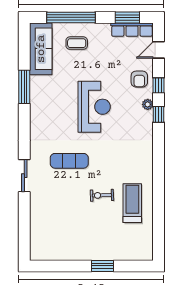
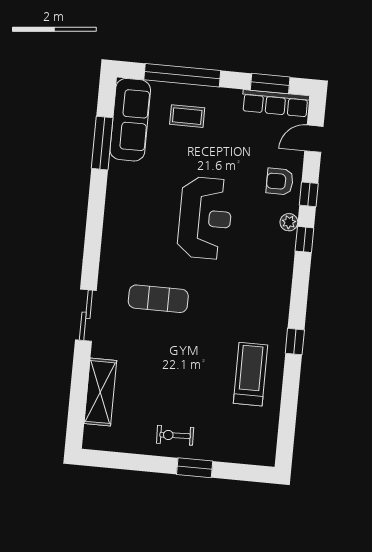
armchair: (139, 79) -> (280, 181), turned 90
window: (24, 87) -> (102, 143), moved
window: (159, 180) -> (295, 342), added
exercise bike: (102, 195) -> (175, 435), moved
shelving: (38, 224) -> (100, 392), added

